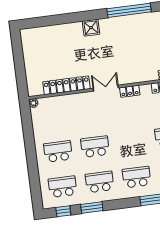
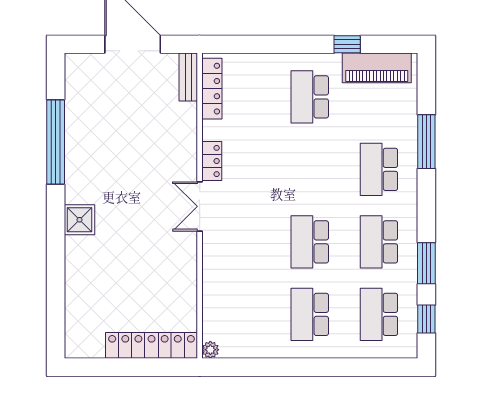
locker: (66, 85) -> (152, 345), moved, turned 90

